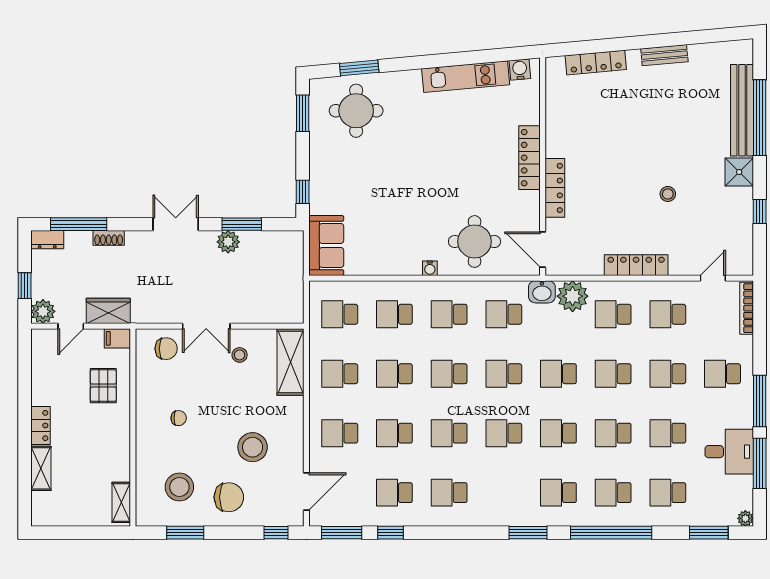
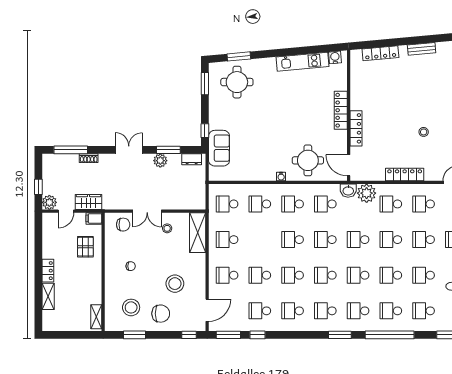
dresser: (47, 240) -> (192, 159), moved
sofa: (326, 245) -> (219, 148), moved
school desk: (394, 374) -> (325, 311), moved

